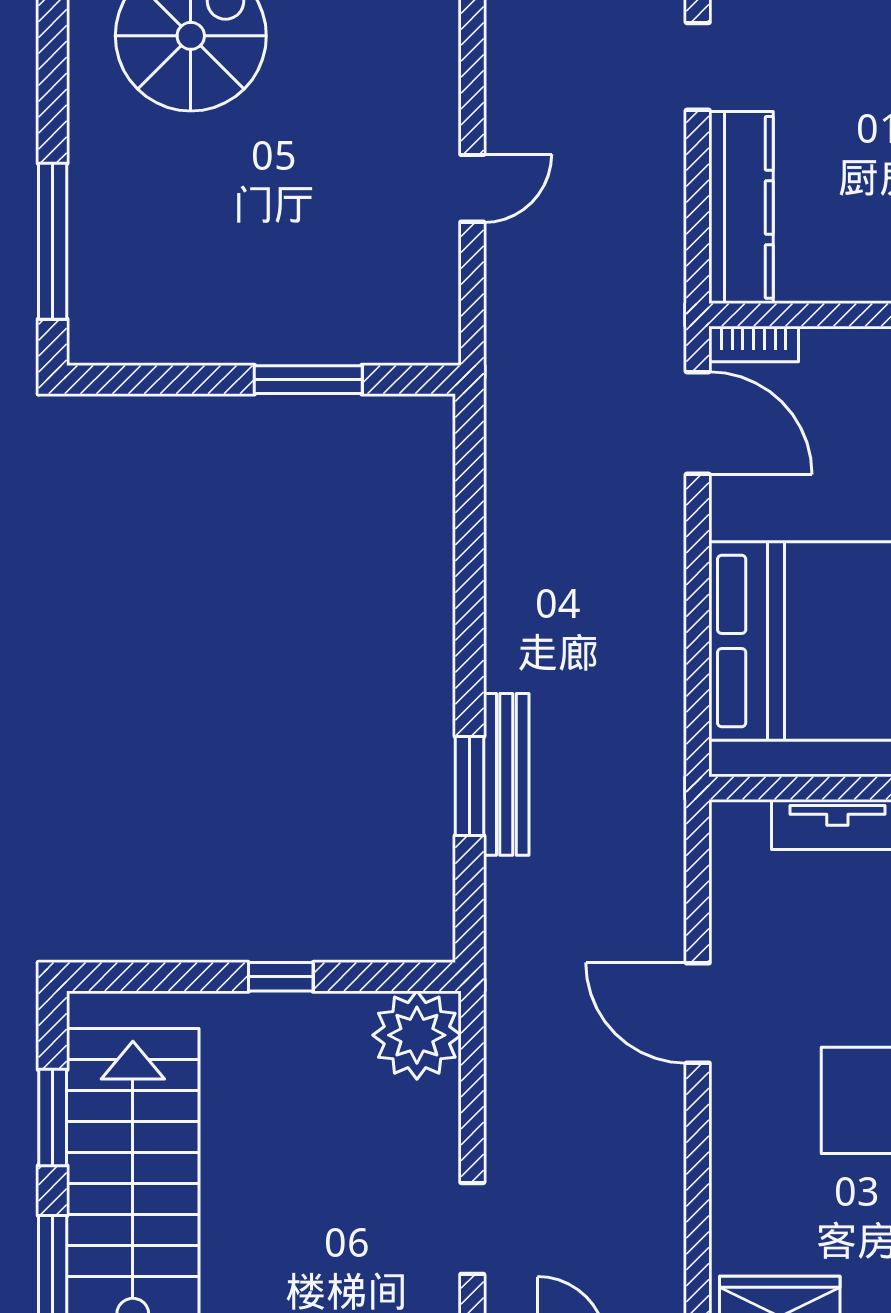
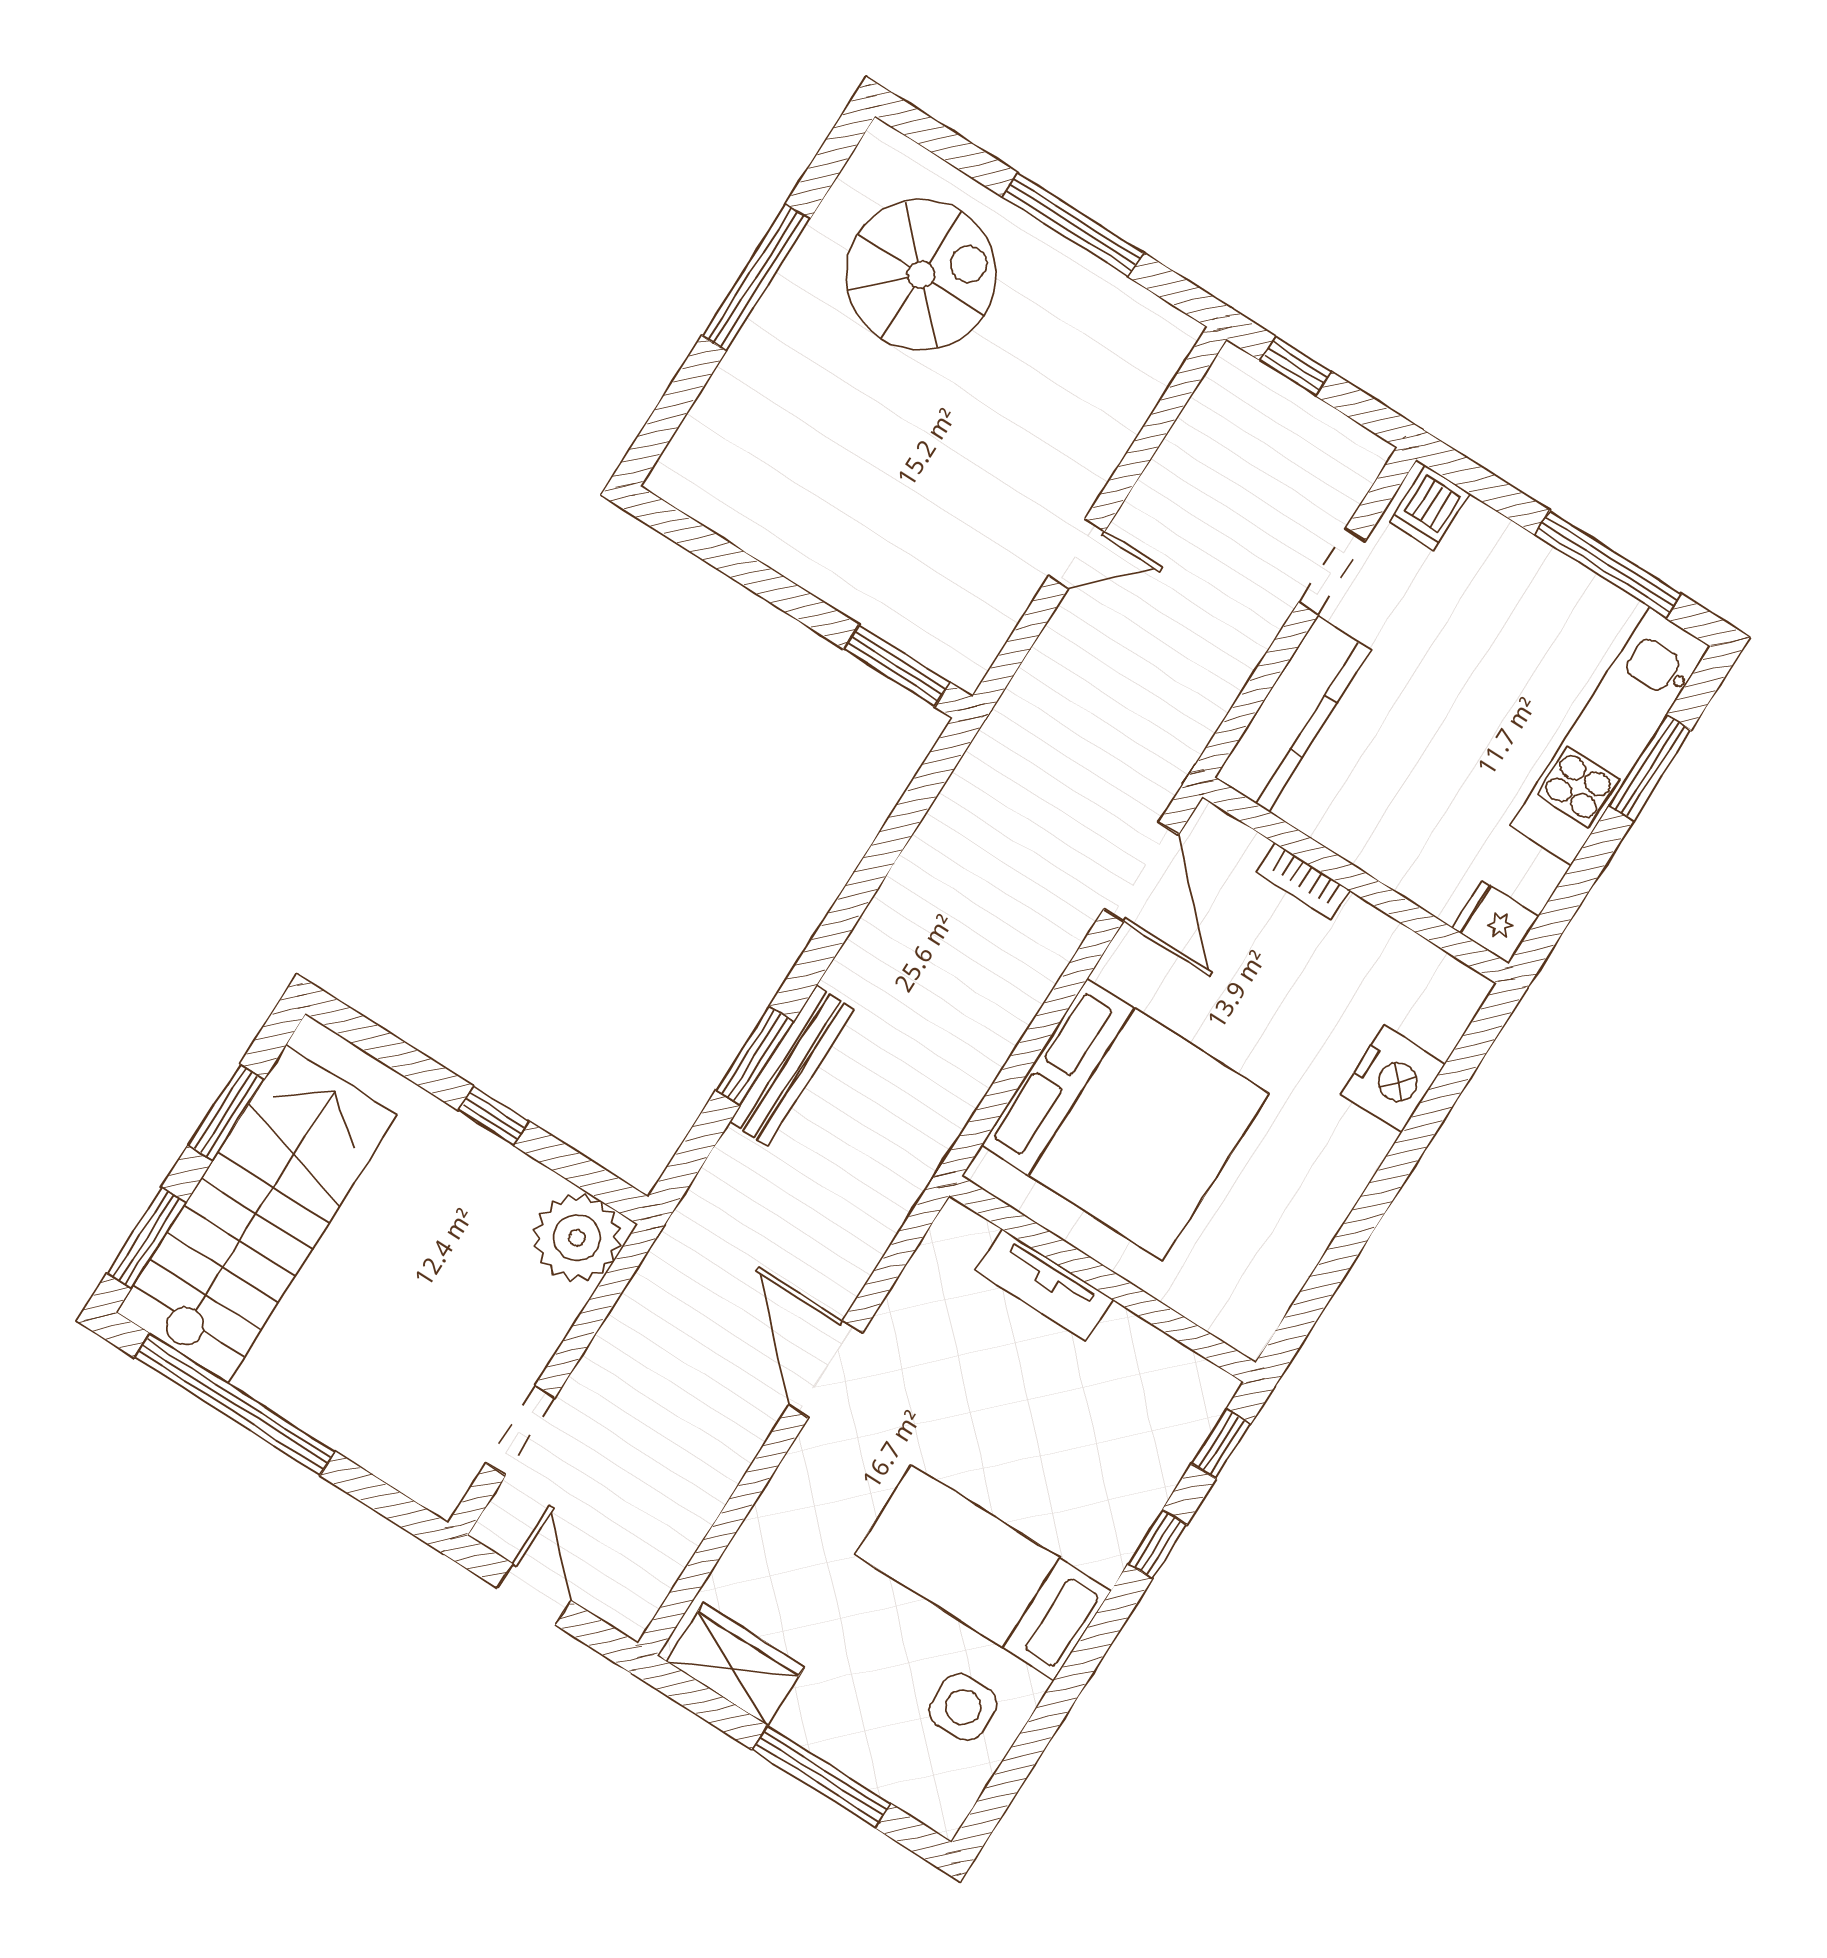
window: (53, 241) -> (756, 277), moved
bookcase: (754, 344) -> (1303, 881), moved
window: (308, 380) -> (897, 666), moved

